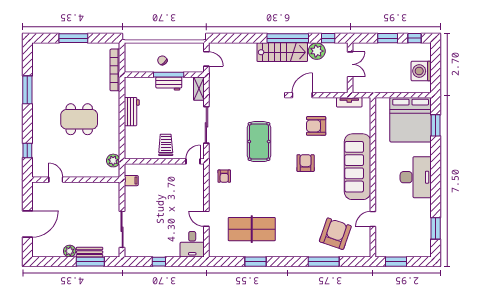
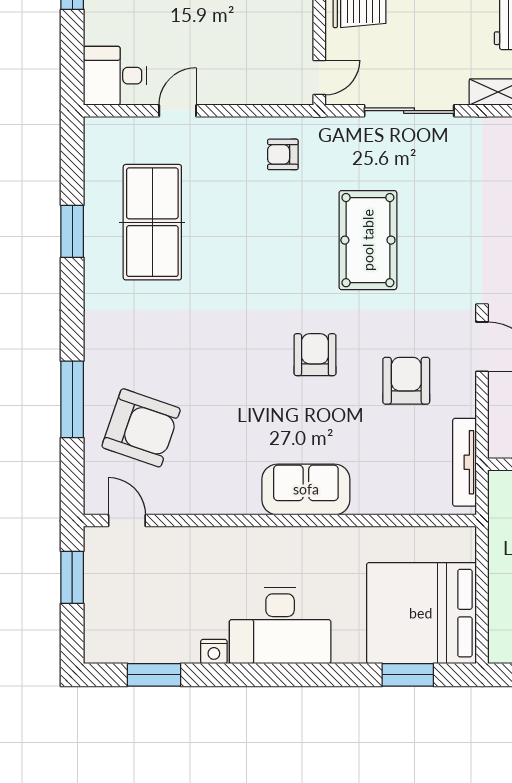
tv unit: (349, 102) -> (465, 462), width x1.41
pool table: (259, 142) -> (368, 240), turned 90
door: (193, 161) -> (319, 78), hinge flipped
armchair: (306, 163) -> (315, 355), turned -90
sofa: (358, 167) -> (306, 489), width x0.54, depth x0.79
nightstand: (426, 204) -> (214, 652), added
door: (373, 219) -> (127, 521), moved

